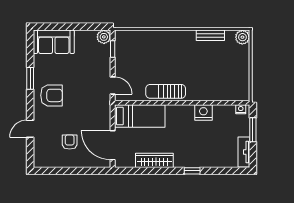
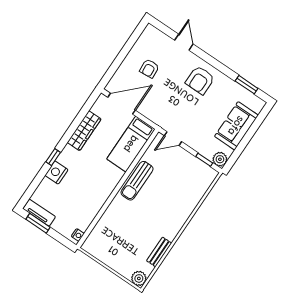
sofa: (54, 42) -> (236, 126), moved
window: (30, 78) -> (247, 85), moved
sun lounger: (166, 91) -> (137, 181), turned 180
nightstand: (203, 113) -> (56, 173), moved, turned 180
window: (253, 130) -> (38, 223), moved
armchair: (70, 142) -> (149, 68), turned 85

